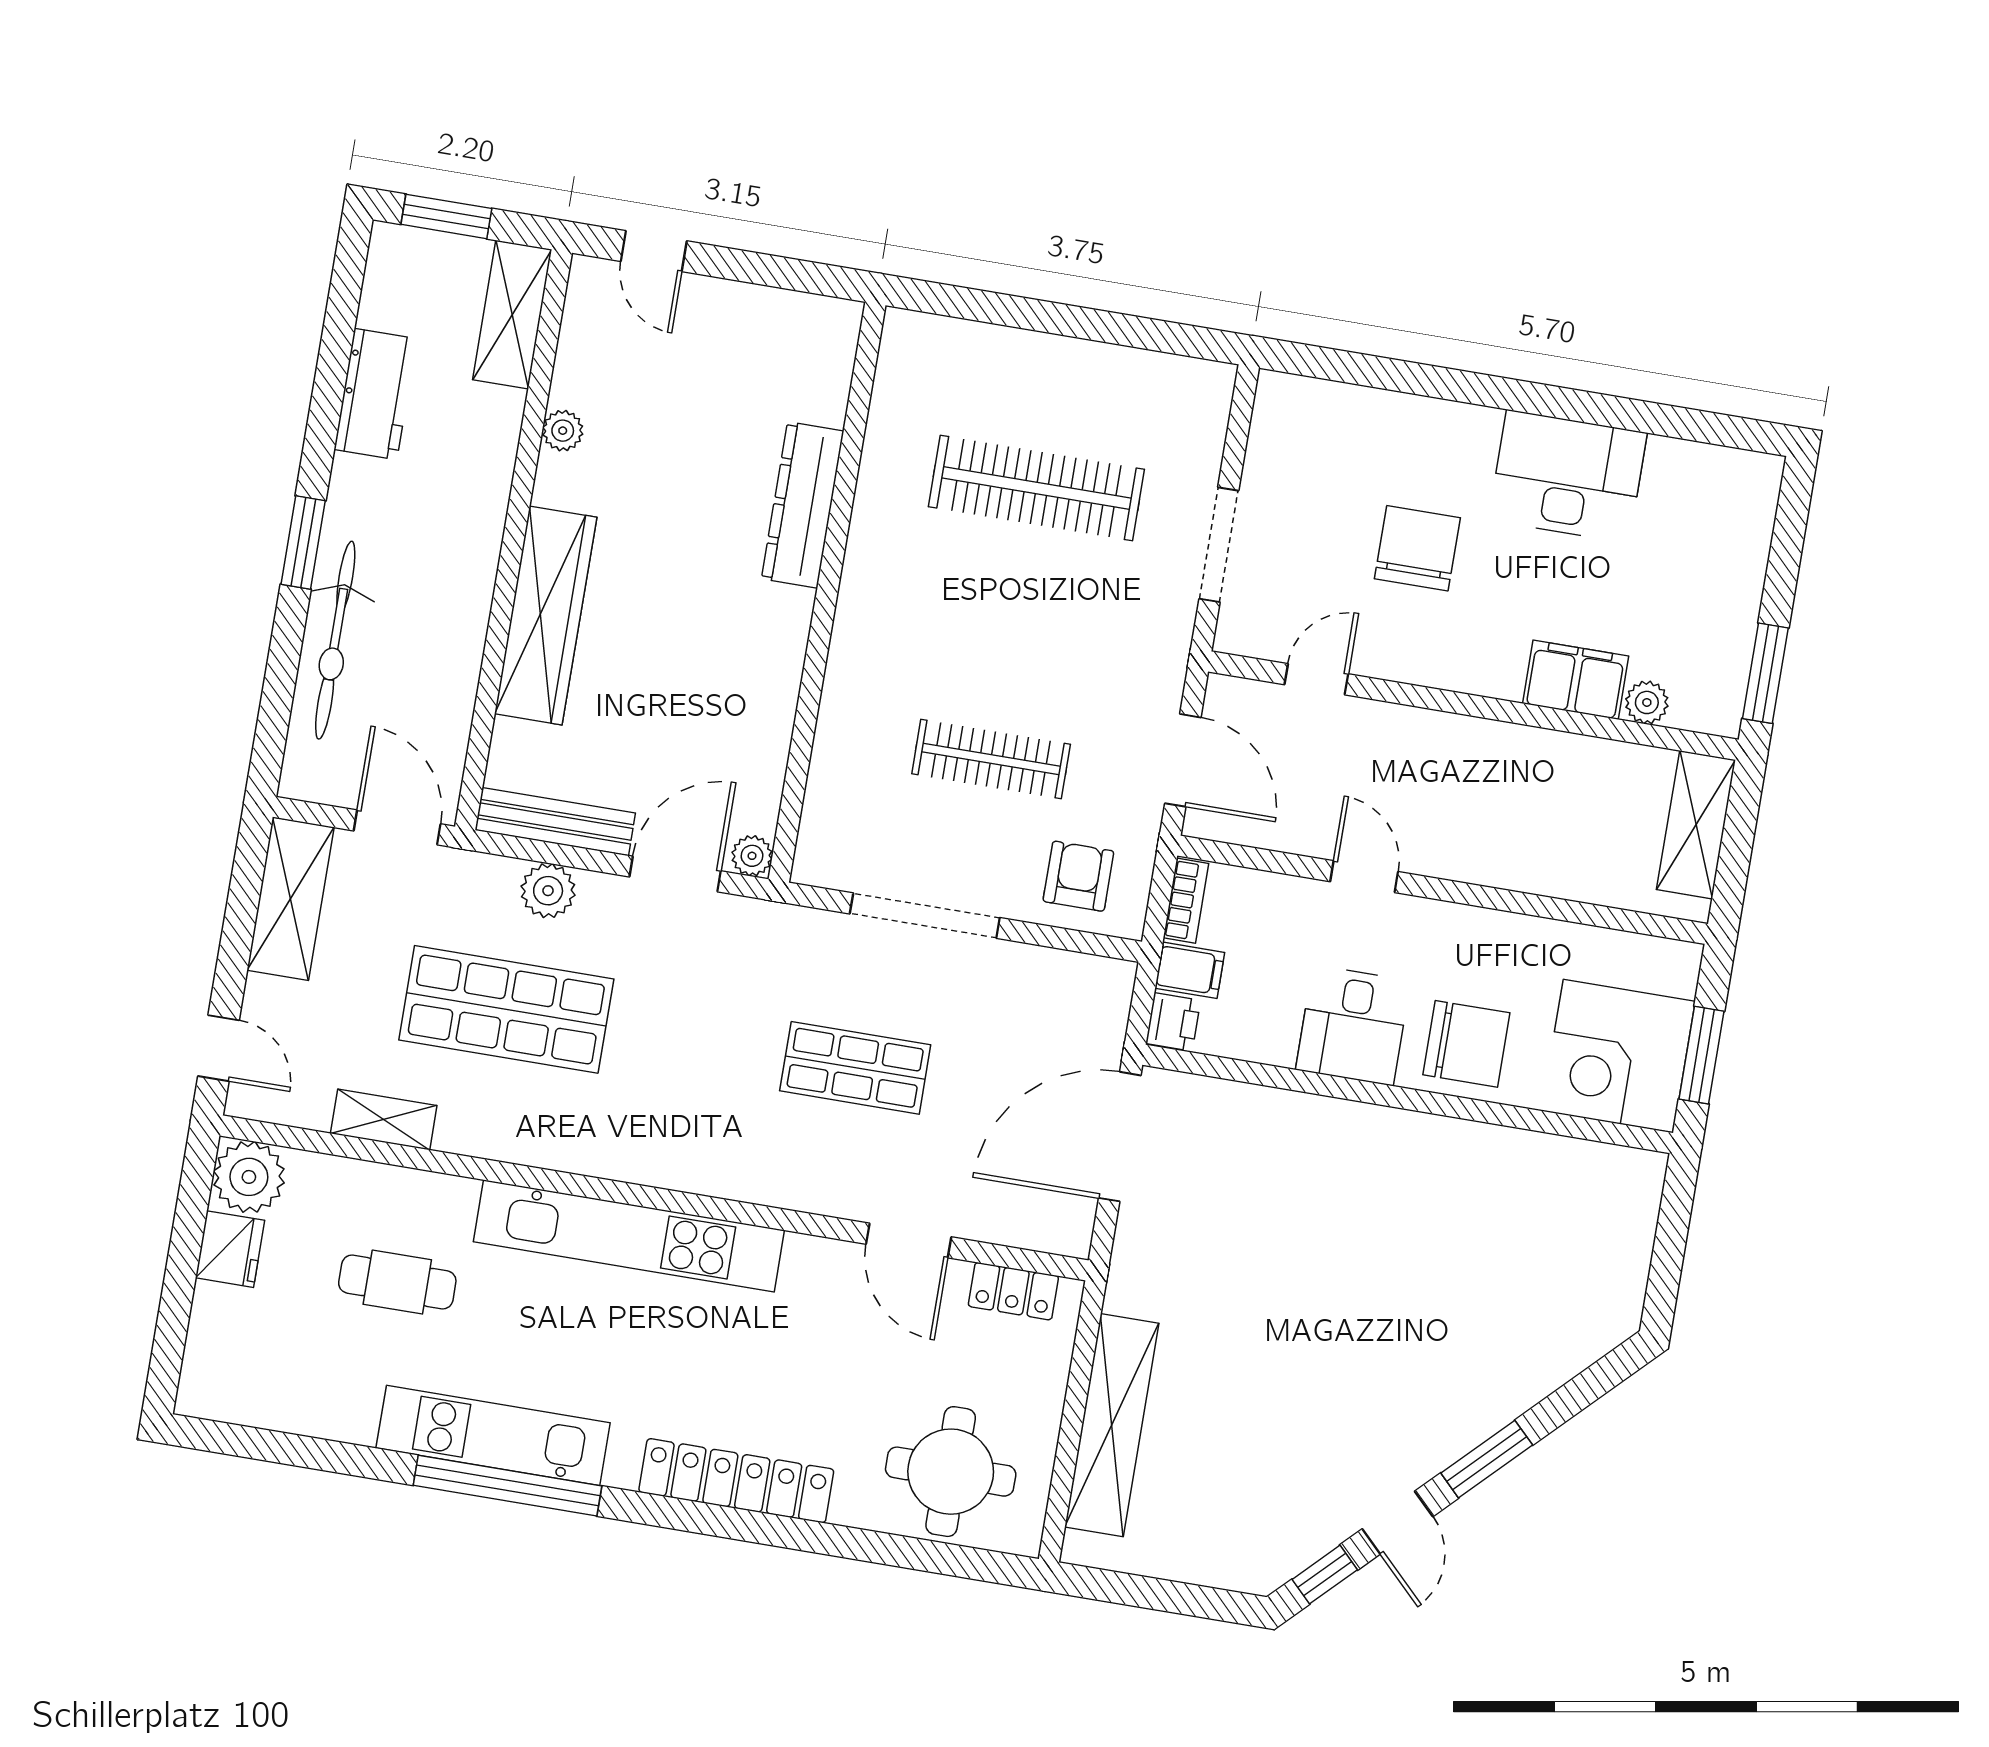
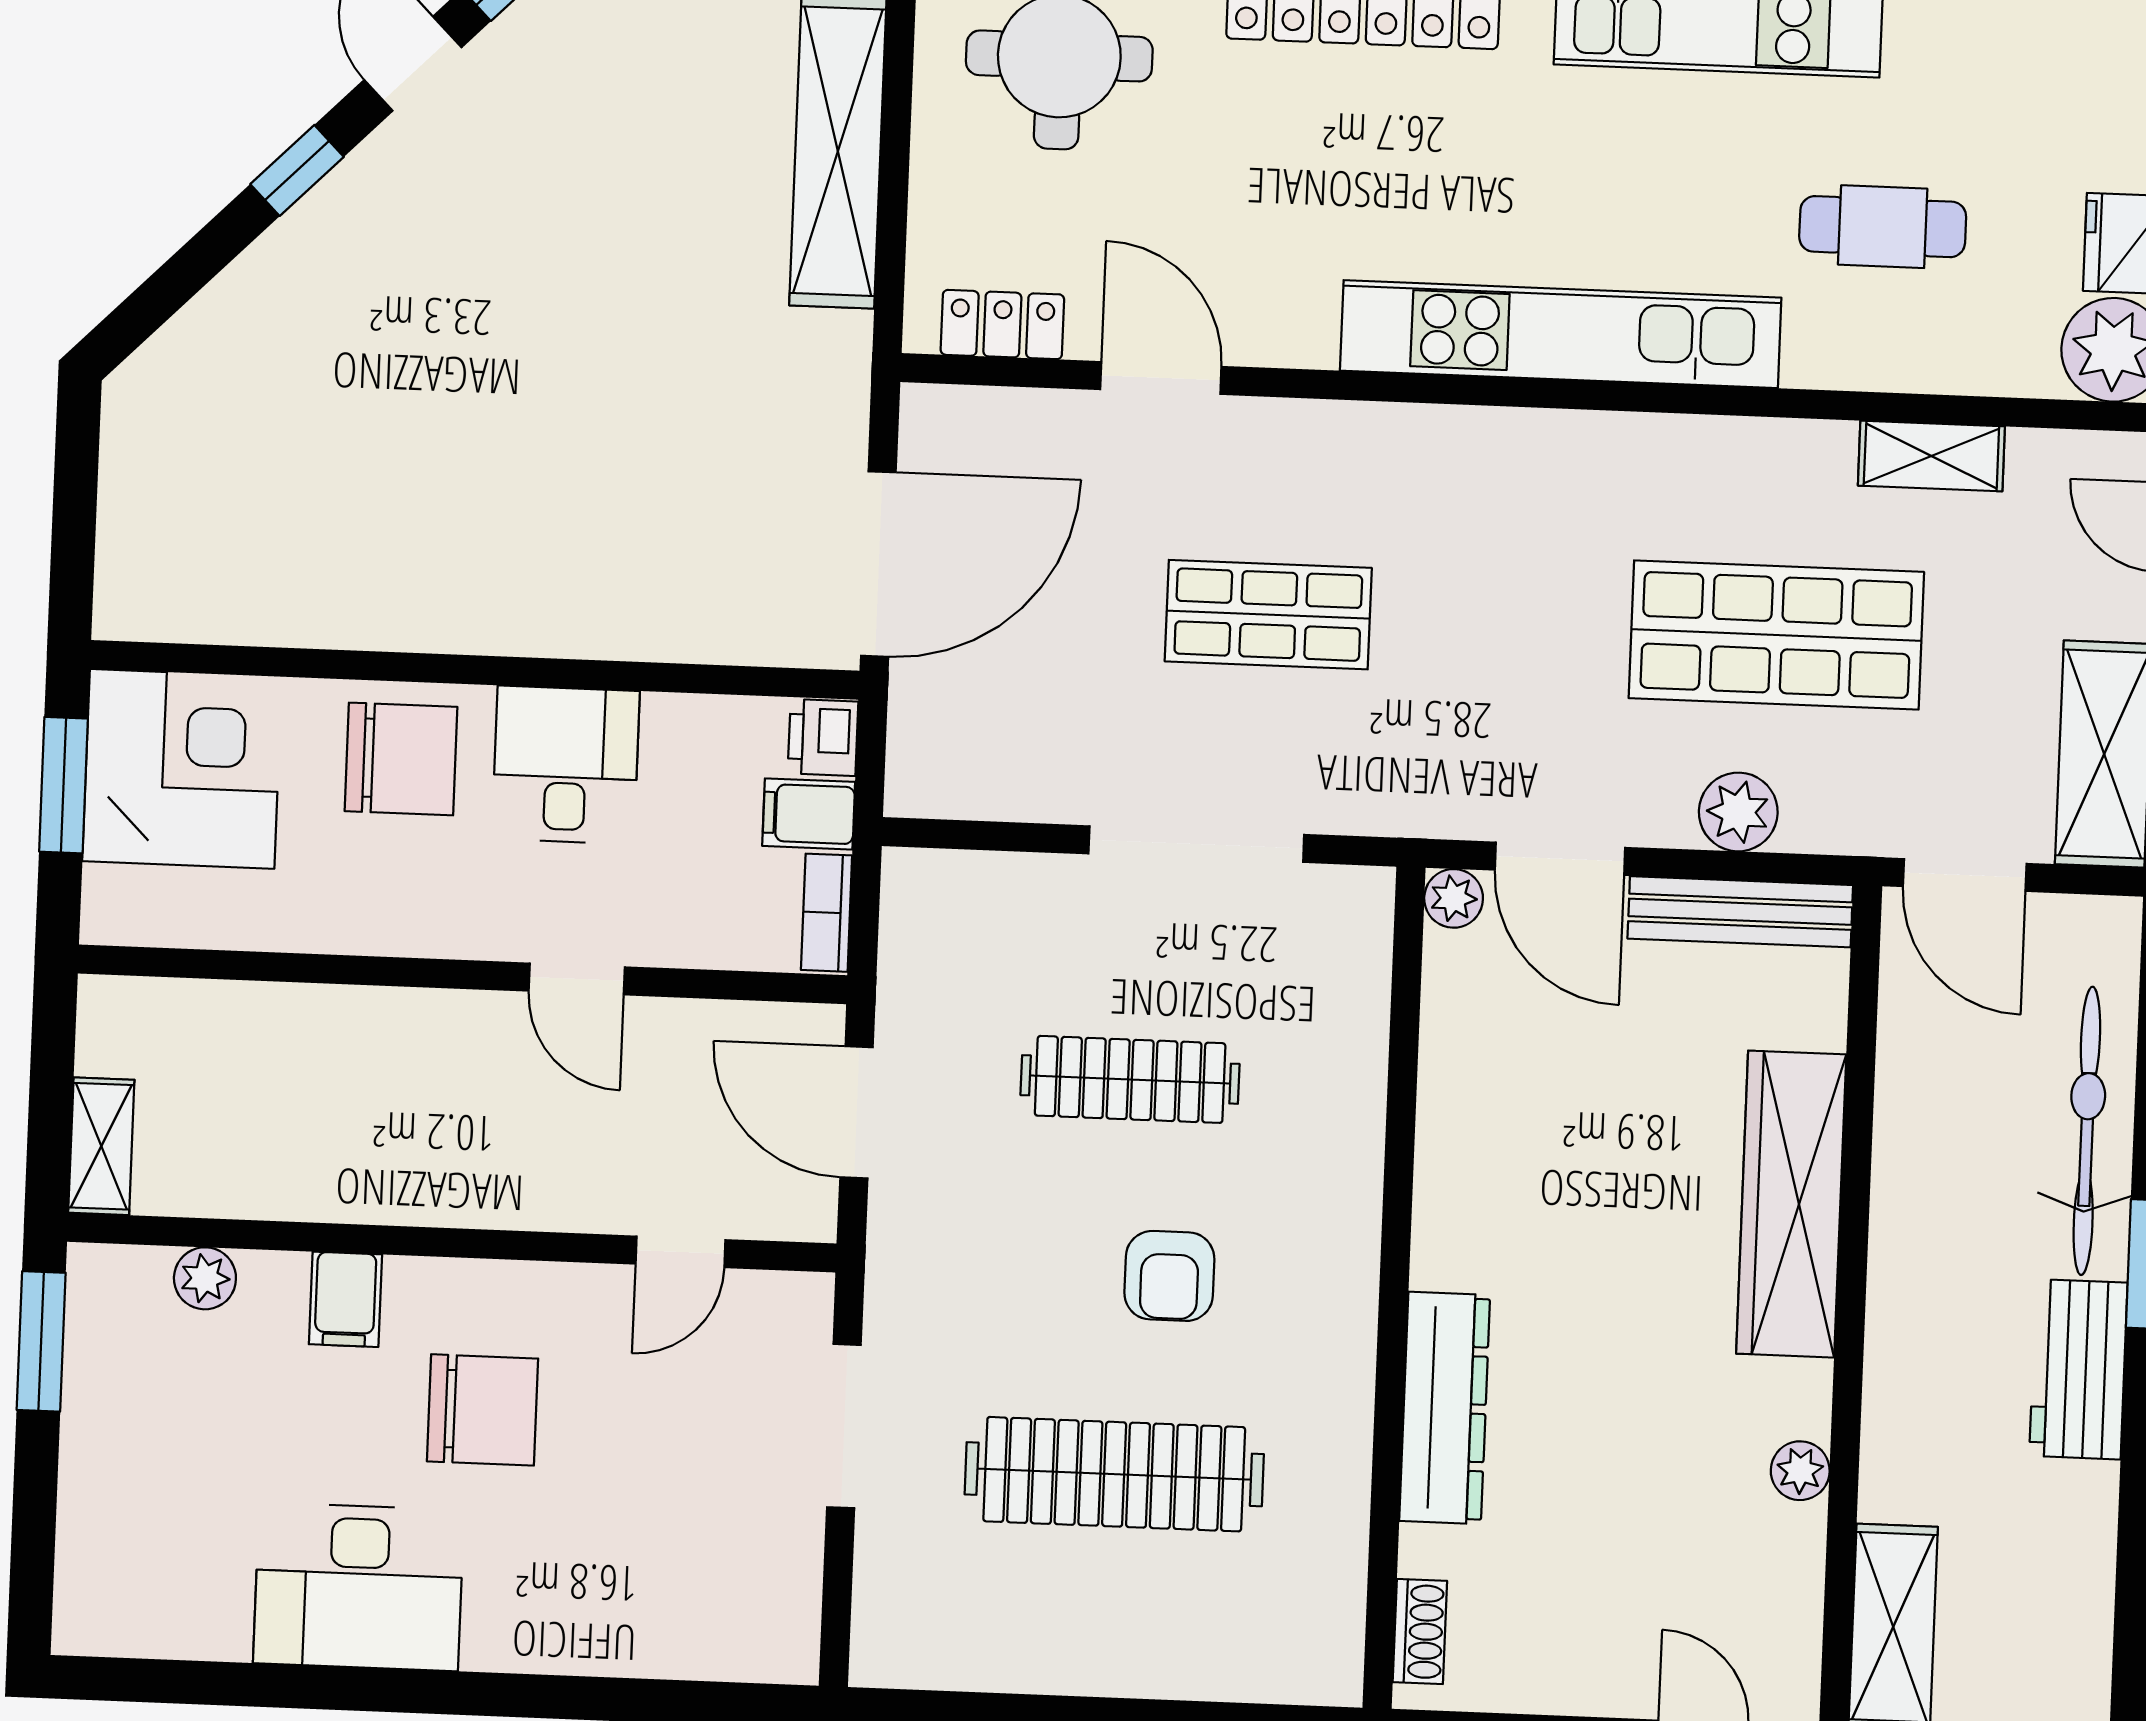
shoe rack: (839, 353) -> (1420, 1631), added
workbench: (376, 394) -> (2078, 1369), moved
chair: (1417, 548) -> (482, 1410), moved, turned -90
filing cabinet: (1576, 680) -> (345, 1299), width x0.50
shelving: (1696, 825) -> (101, 1146), width x0.67, depth x0.75
door: (675, 874) -> (1560, 859), hinge flipped
armchair: (1078, 876) -> (1169, 1276), moved
chair: (1466, 1044) -> (401, 759), turned 180
window: (1487, 1459) -> (297, 170), width x0.67

